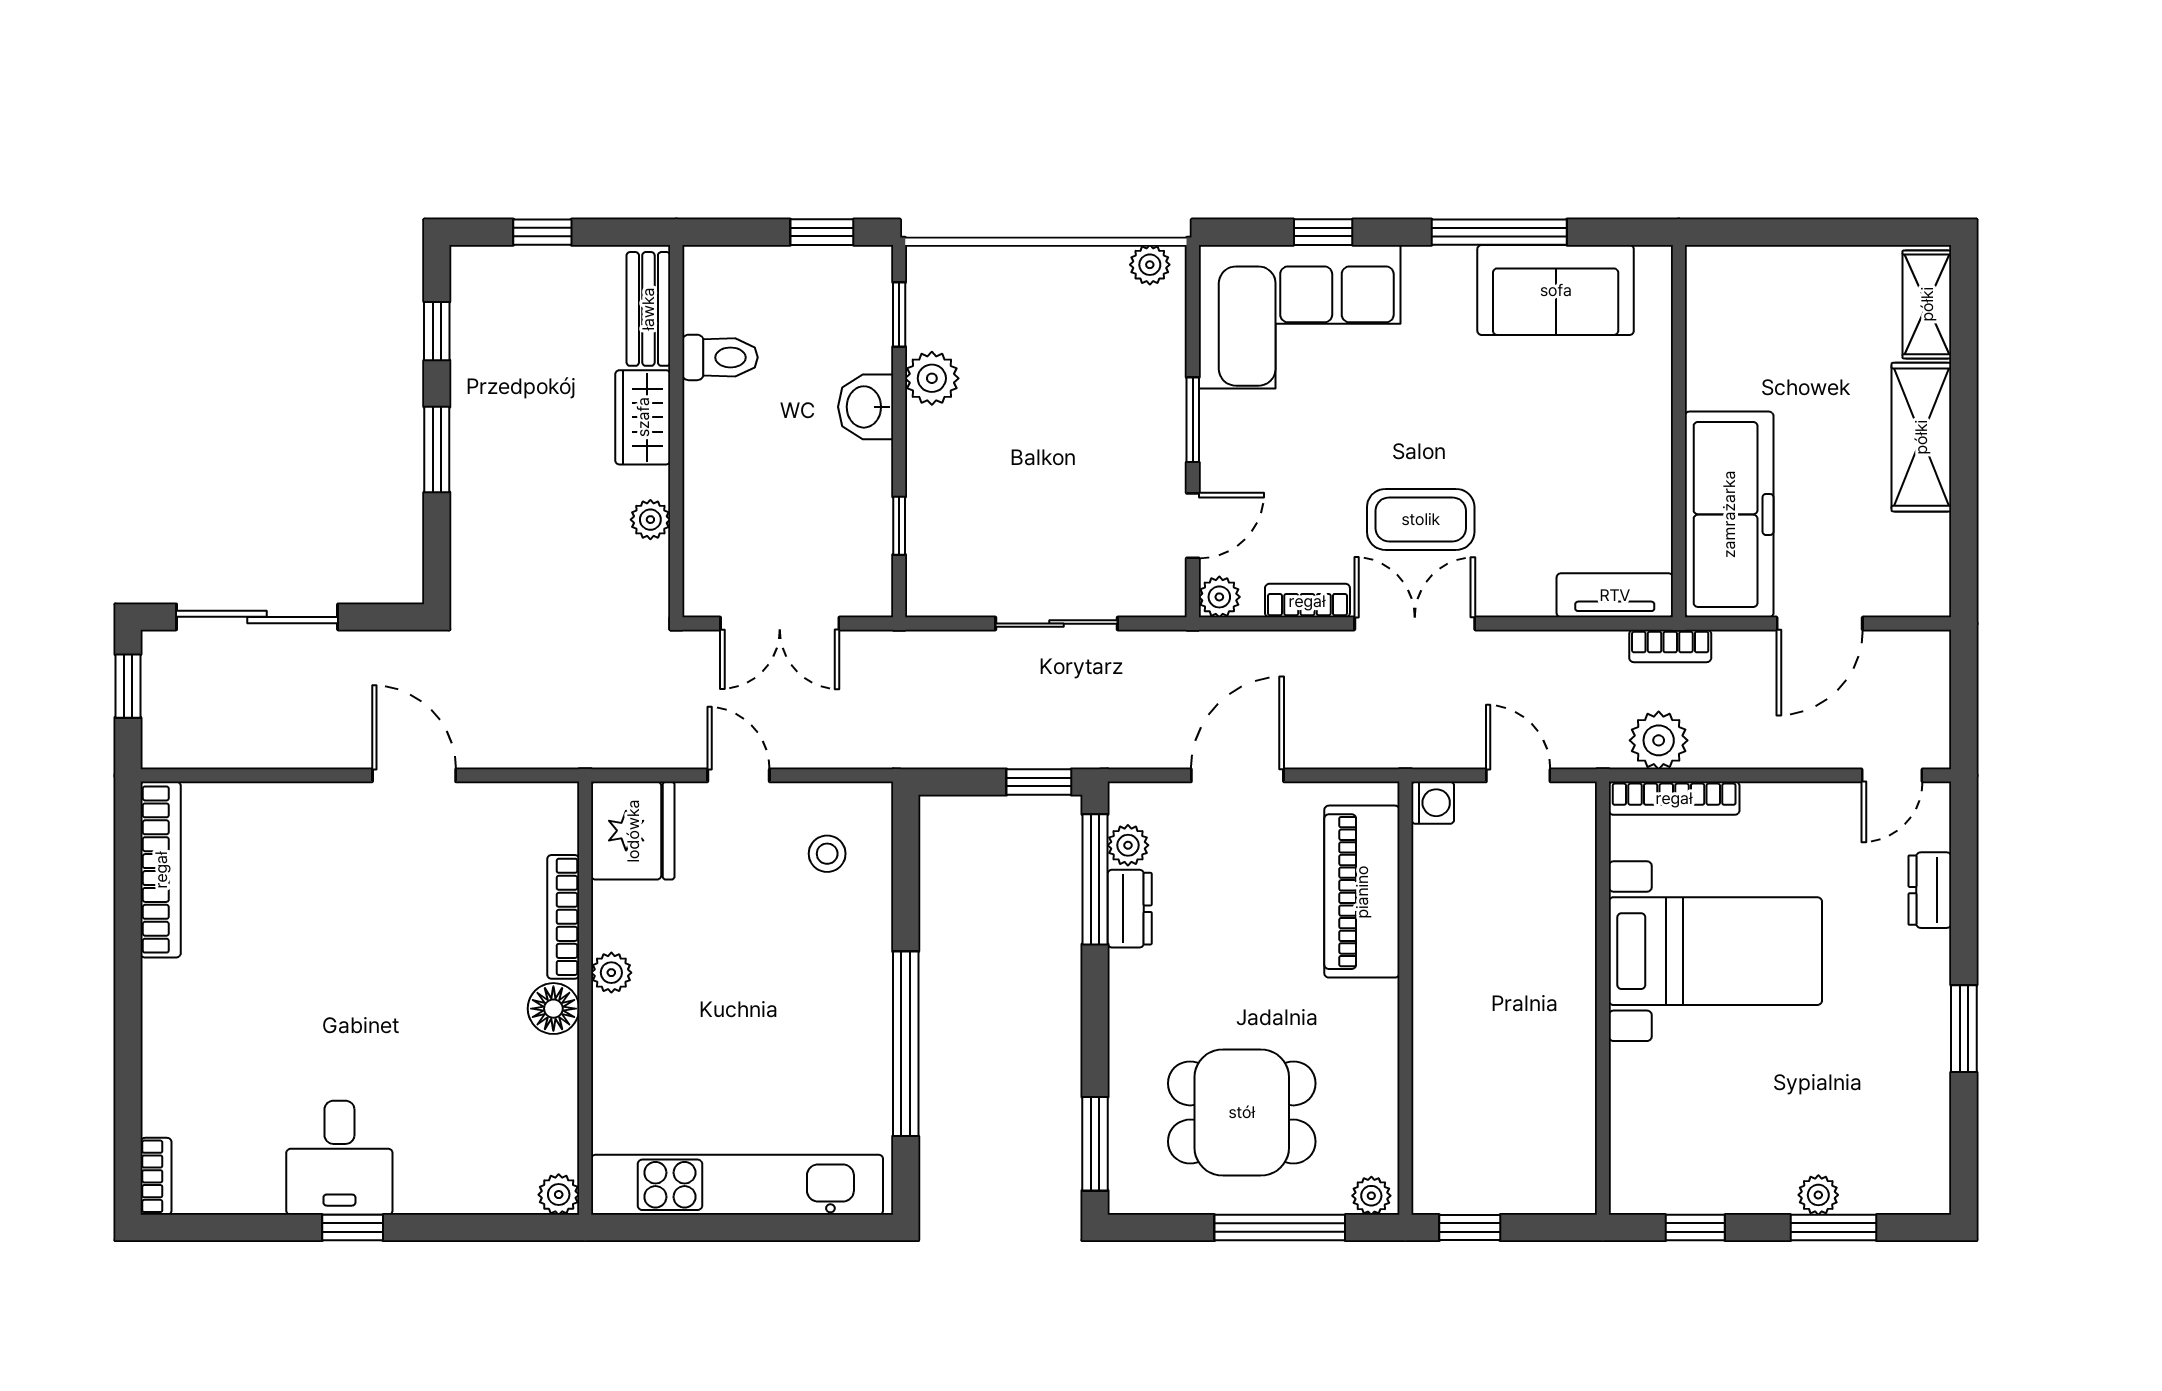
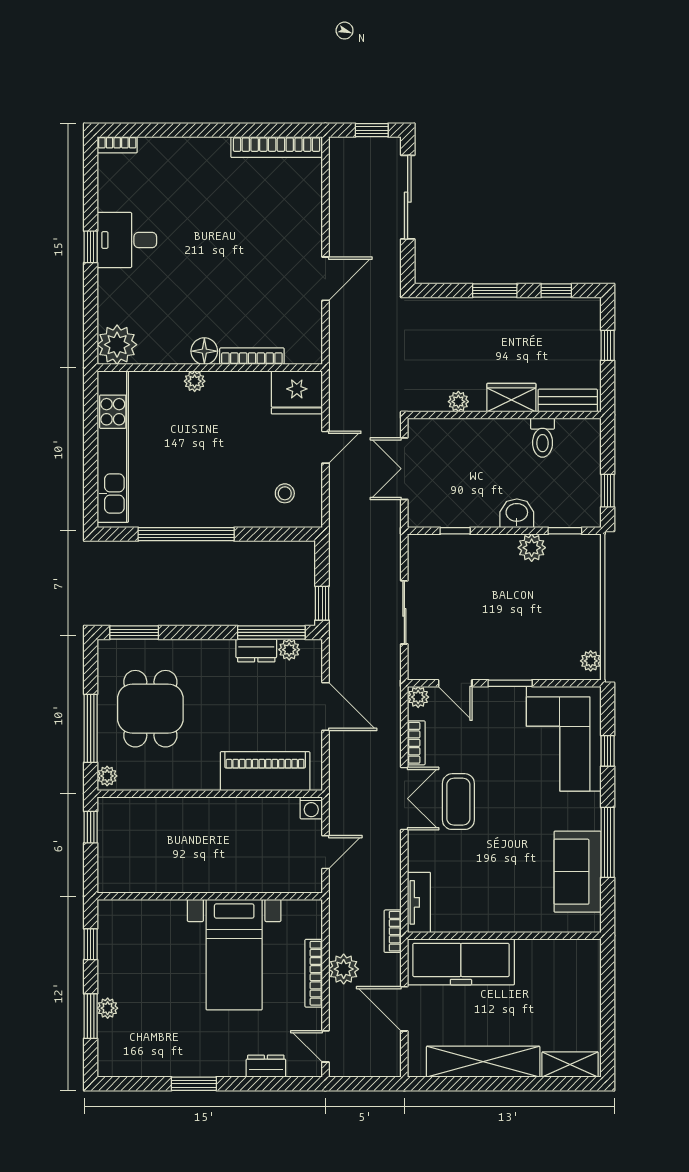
shelving: (1921, 437) -> (483, 1062), width x1.47
plant: (1659, 740) -> (344, 969), moved
bookcase: (1674, 798) -> (314, 973), moved
plant: (611, 973) -> (195, 381), moved
plant: (559, 1195) -> (117, 345), width x1.87, depth x1.87

